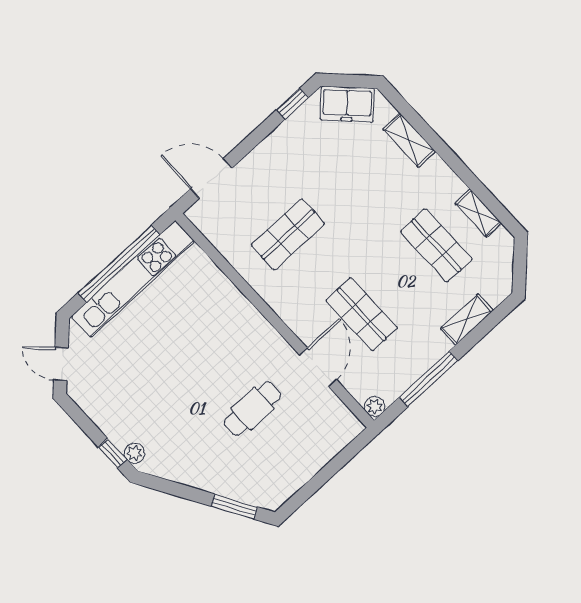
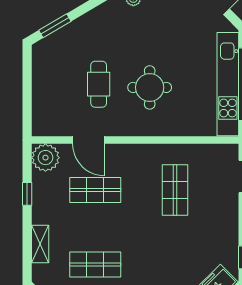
round table: (209, 354) -> (150, 87), added
window: (429, 379) -> (27, 194), width x0.46
plant: (375, 407) -> (45, 158), width x1.87, depth x1.87

